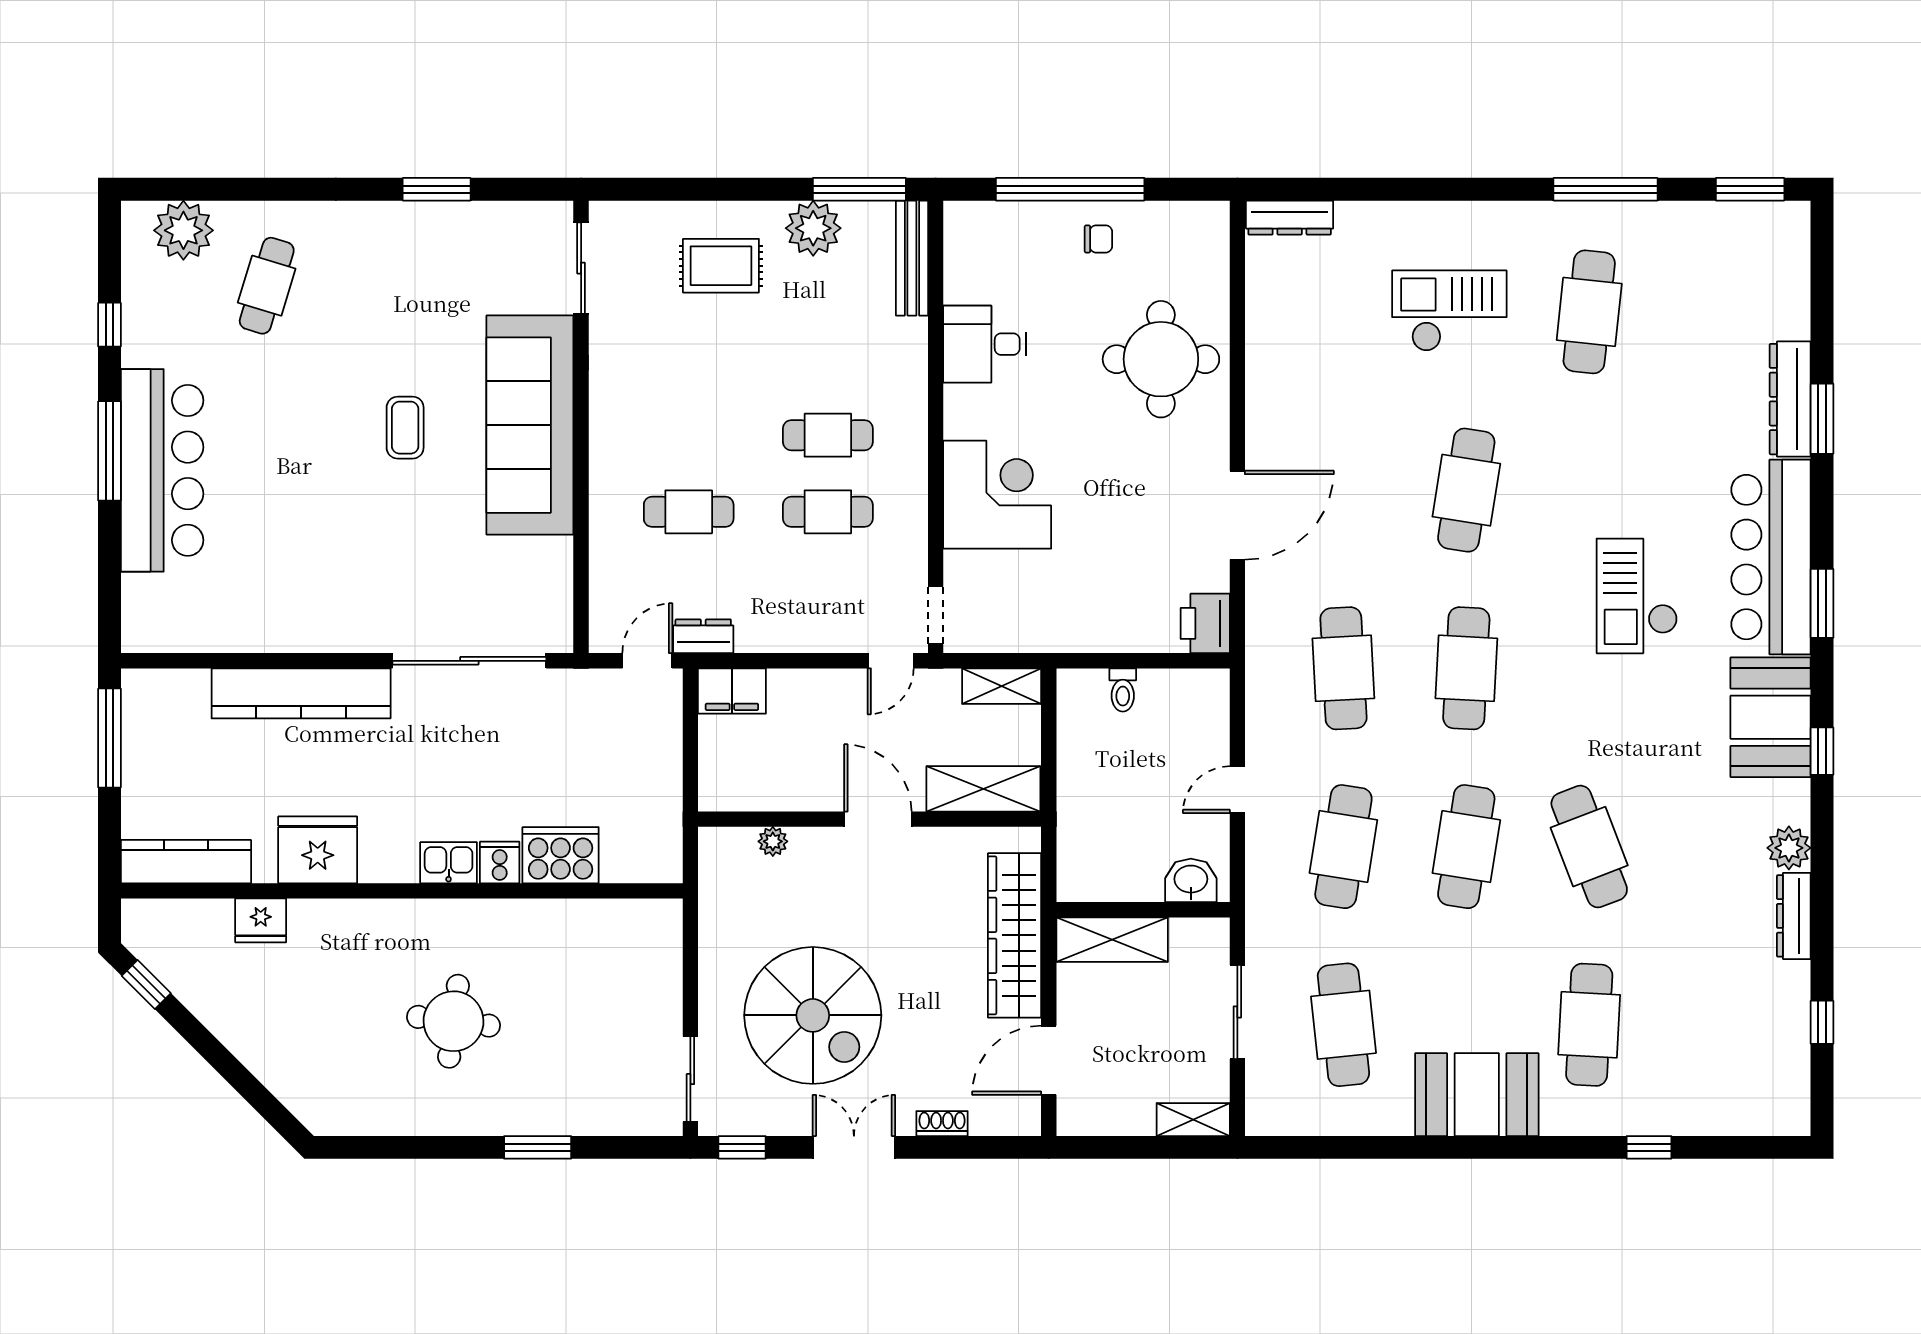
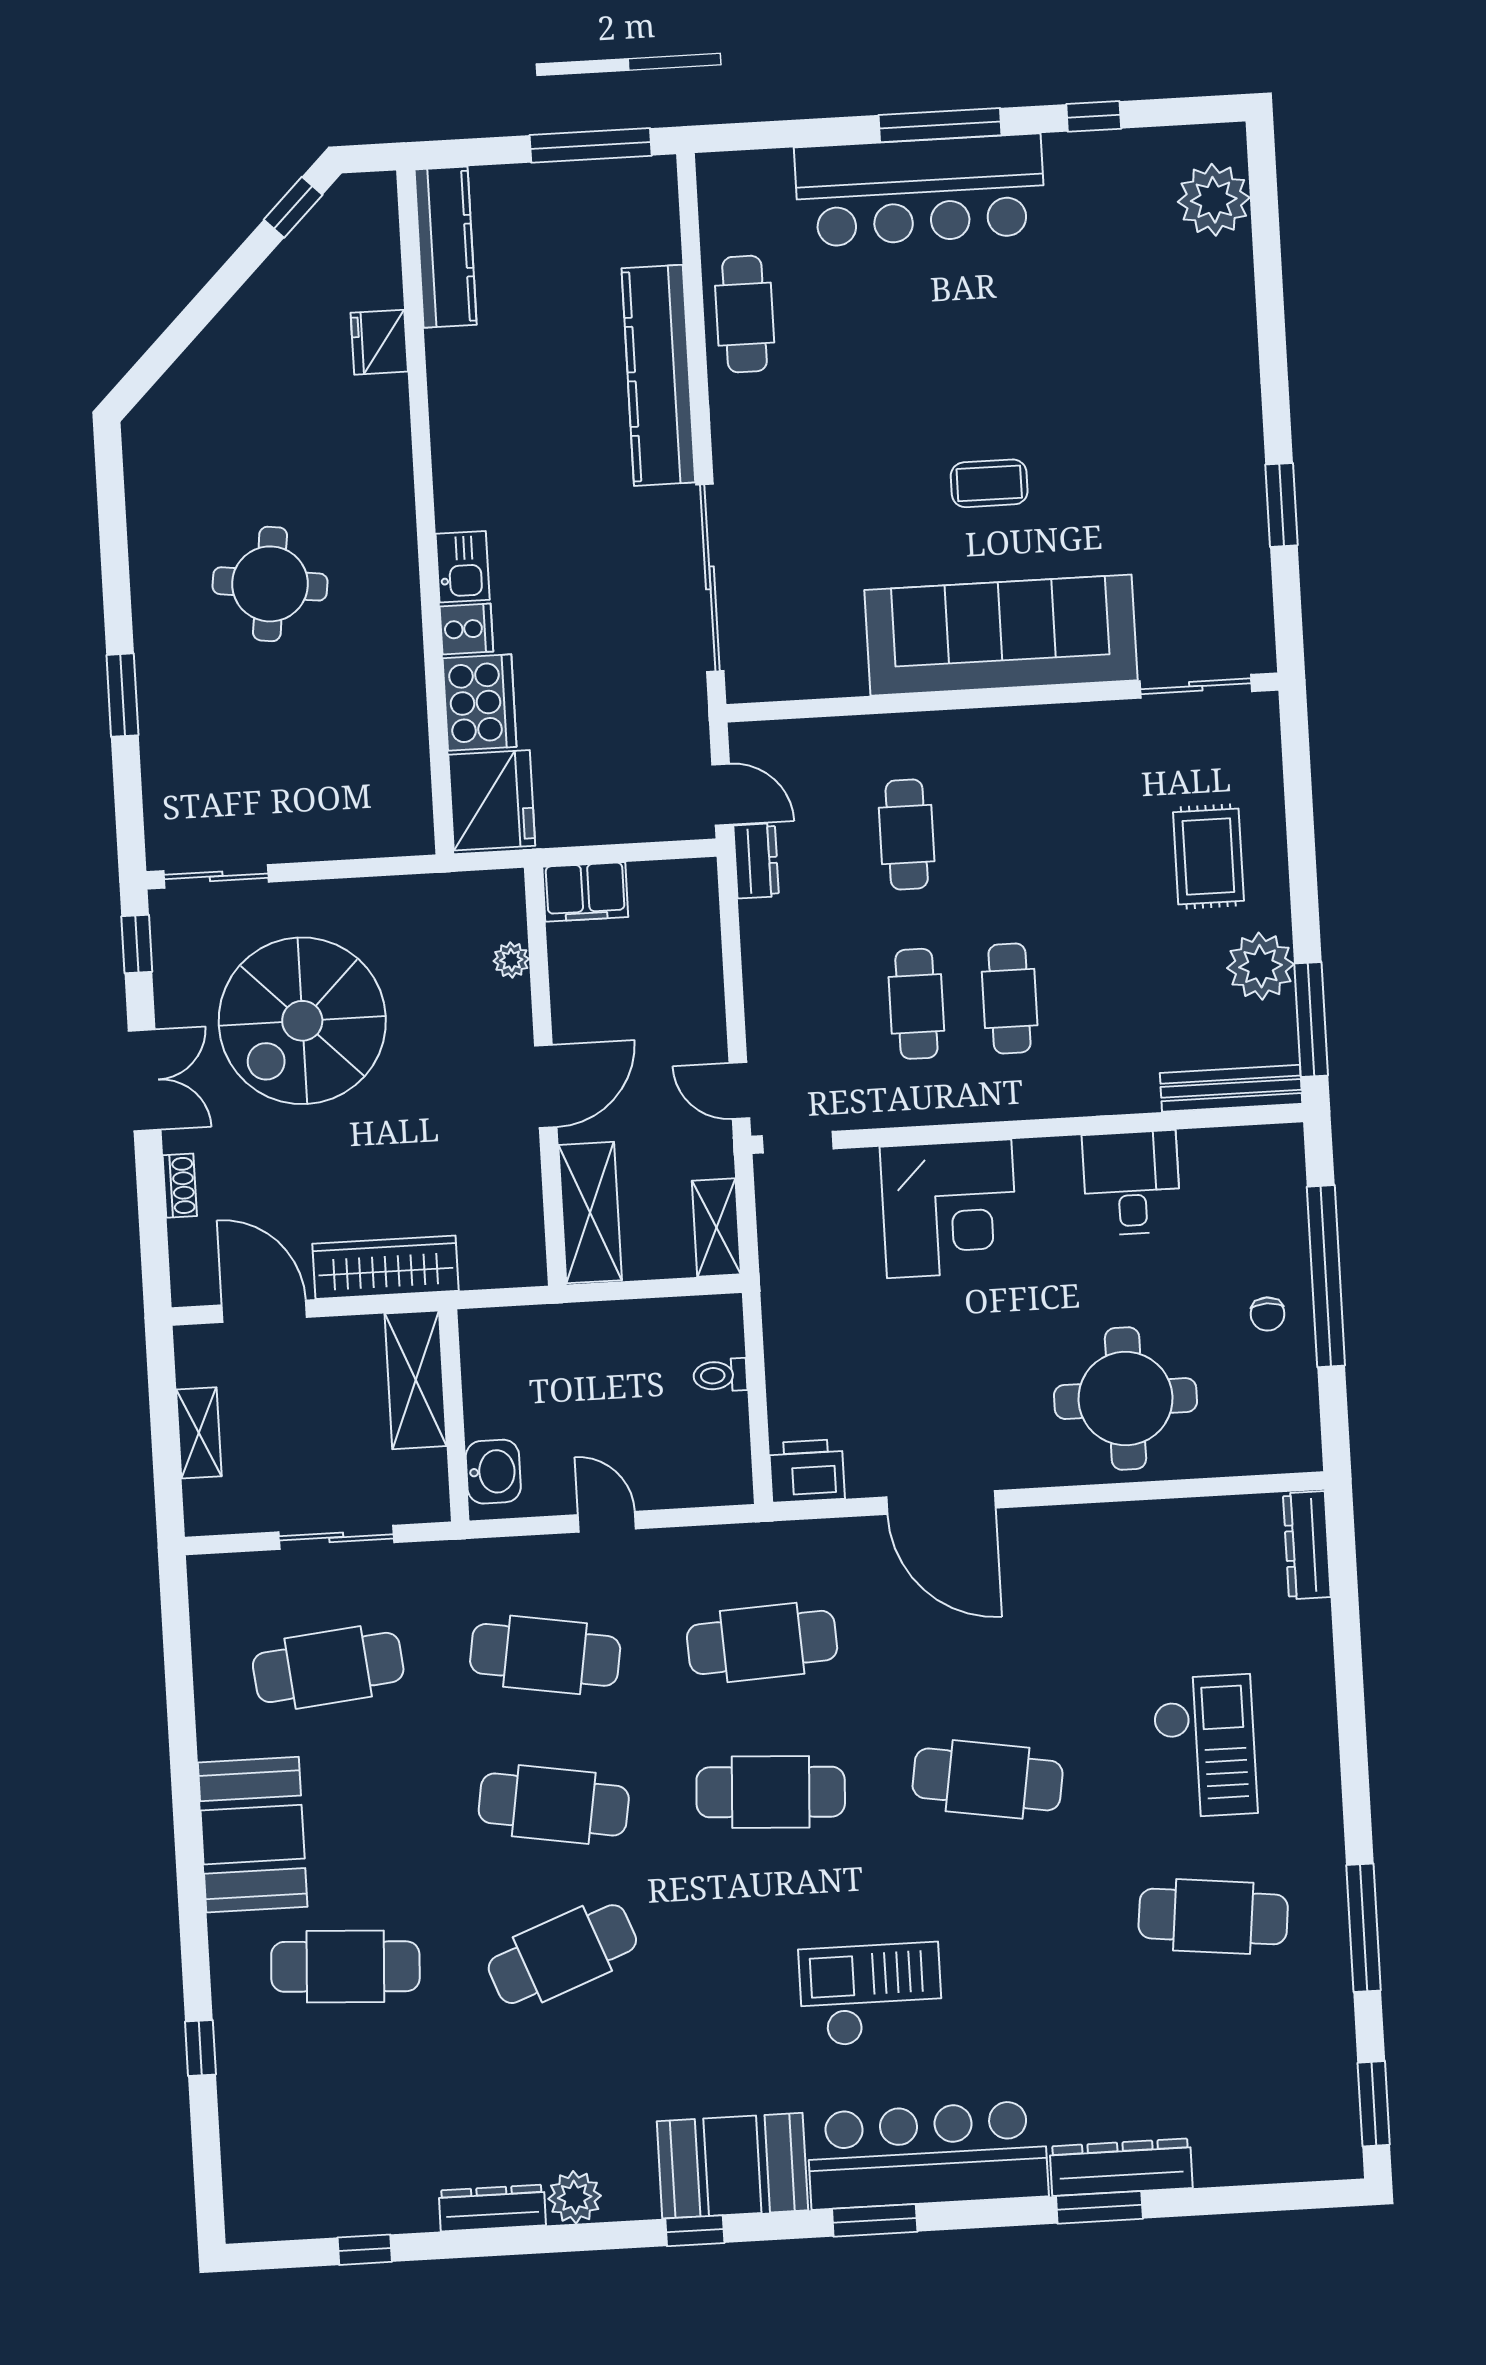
cafe table: (267, 286) -> (745, 314), moved, turned 73
filing cabinet: (732, 691) -> (585, 892), moved, turned -90
fridge: (318, 850) -> (492, 800), moved
wardrobe: (1015, 935) -> (386, 1267), width x0.71, depth x0.85
shelving: (1193, 1120) -> (199, 1433), moved

